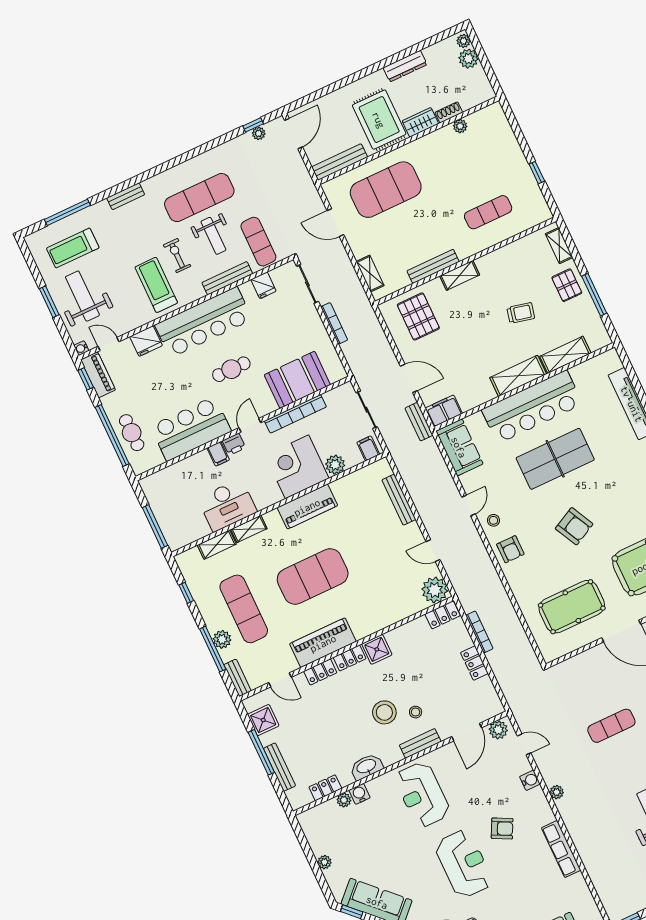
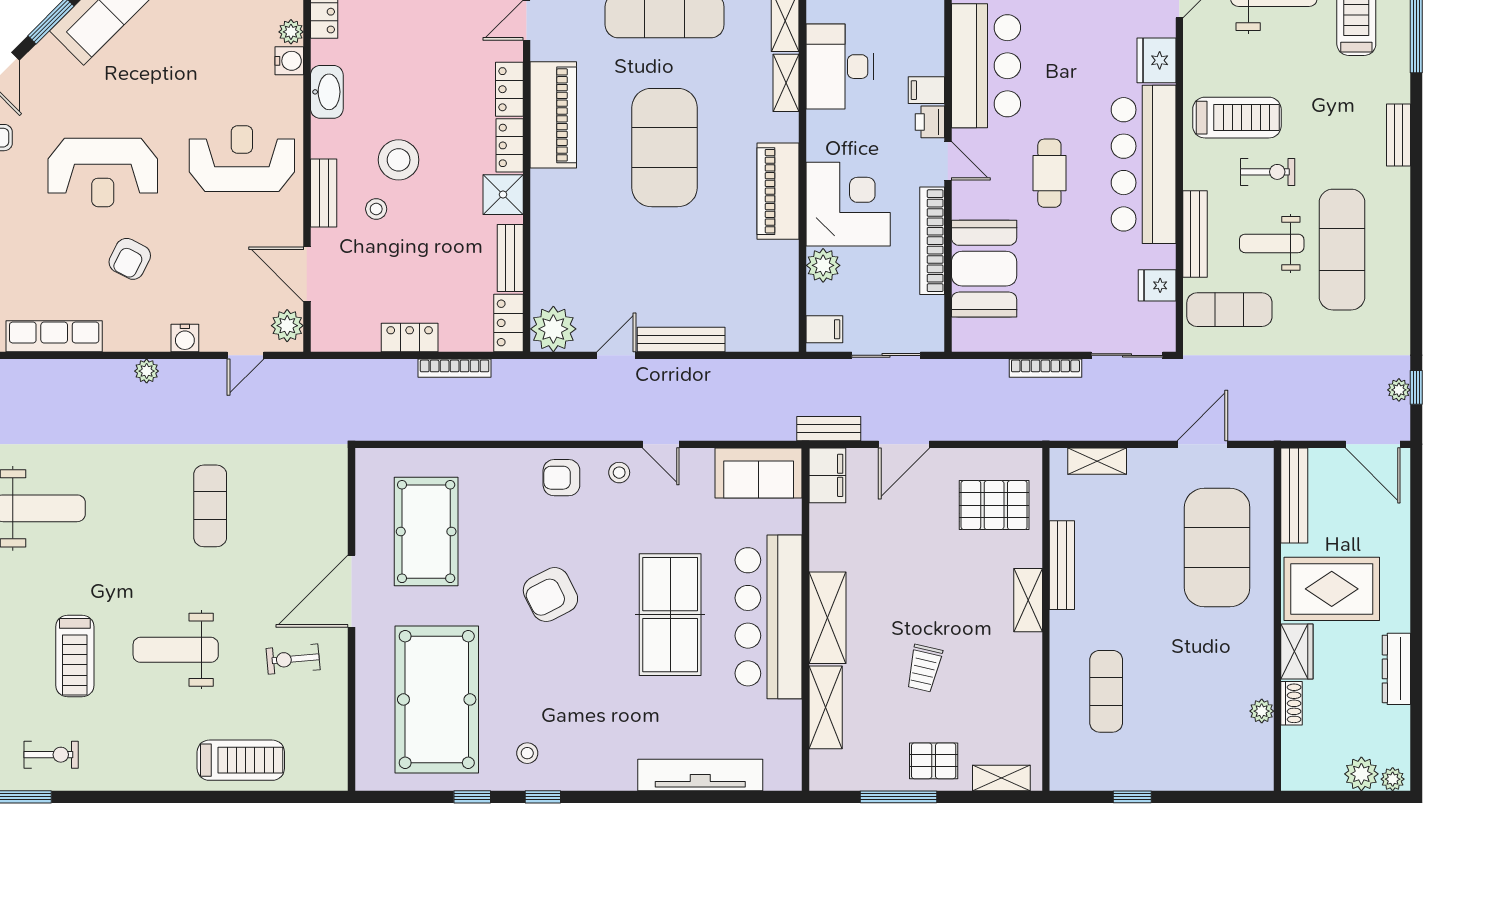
bench: (399, 500) -> (681, 339), moved
bench: (408, 630) -> (510, 258), added

